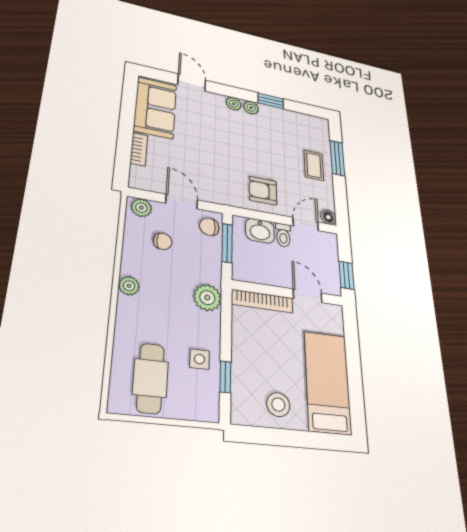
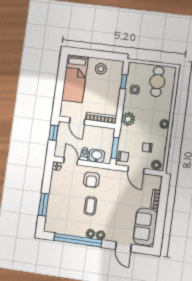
window: (271, 101) -> (78, 240), width x3.17
coffee table: (314, 165) -> (90, 206), moved
armchair: (263, 191) -> (92, 180), turned 90
door: (306, 224) -> (71, 161), swing flipped

